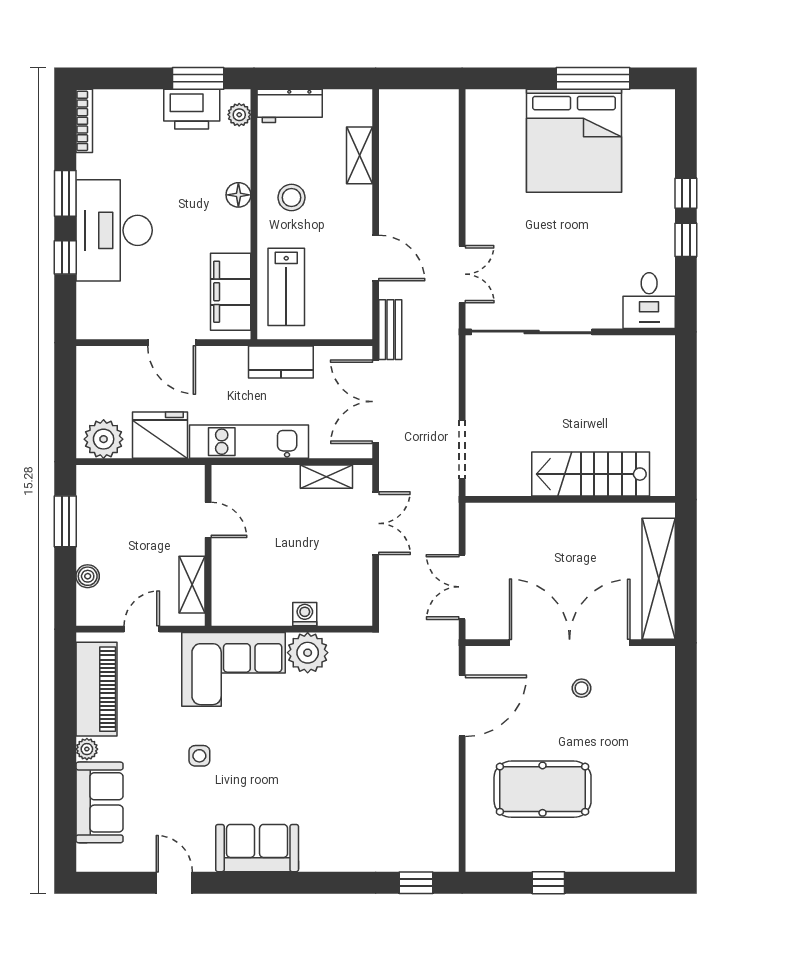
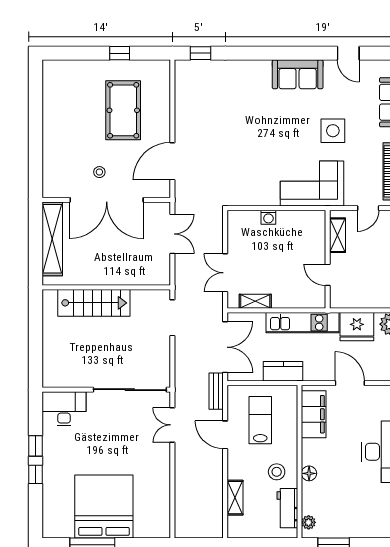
workbench: (290, 106) -> (287, 508), moved, turned -90
printer: (192, 109) -> (338, 526), removed
lab bench: (286, 287) -> (260, 420), moved
desk: (649, 301) -> (64, 409), width x1.37
plant: (308, 653) -> (267, 194), removed
side table: (199, 756) -> (333, 131), width x1.87, depth x1.87
pool table: (543, 789) -> (123, 110), turned 90

